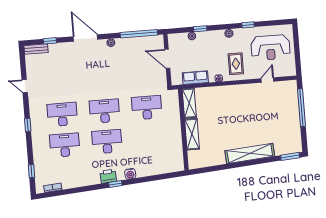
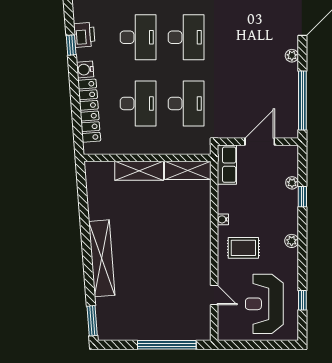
window: (248, 25) -> (302, 300), moved
row of seats: (195, 78) -> (227, 165), moved
desk: (149, 138) -> (138, 104), added
locker: (156, 169) -> (89, 111), added

